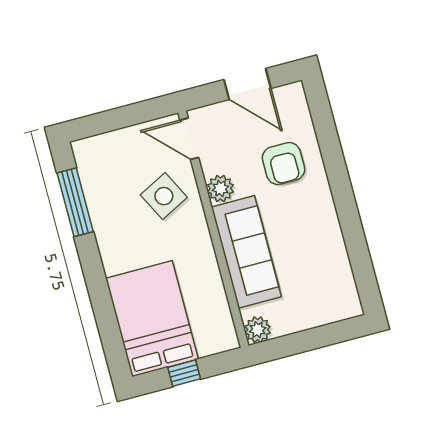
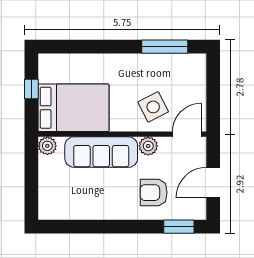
window: (322, 116) -> (179, 227), added
bed: (152, 319) -> (73, 108), moved

